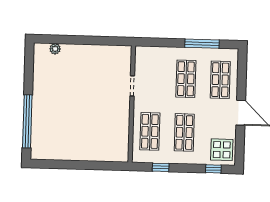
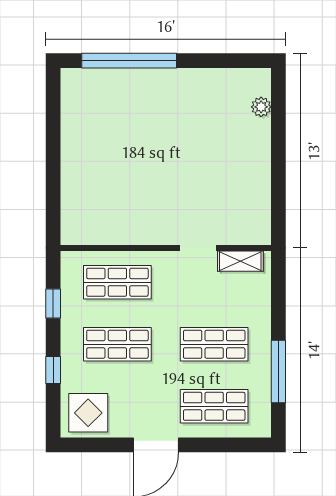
shelving: (140, 63) -> (240, 261), added
window: (213, 169) -> (53, 370), moved

